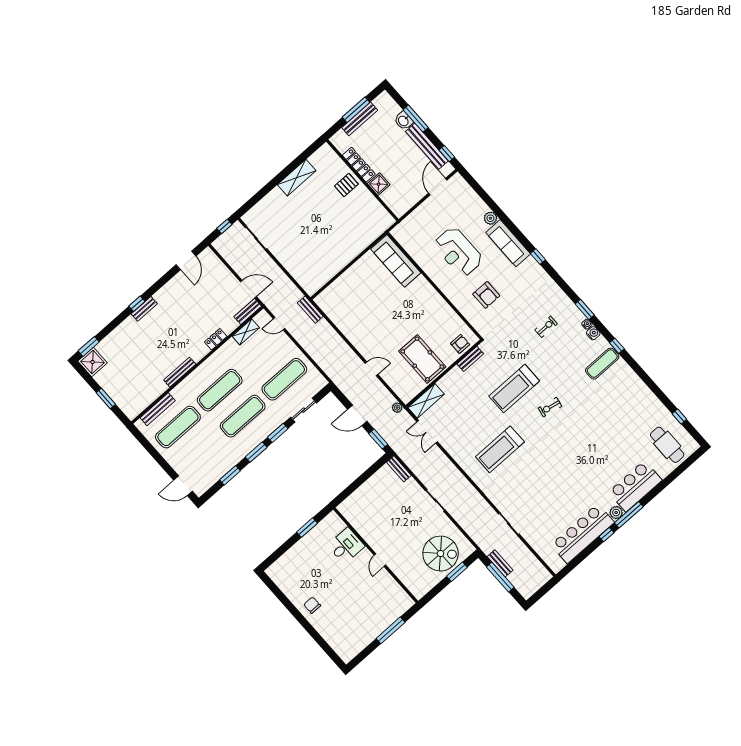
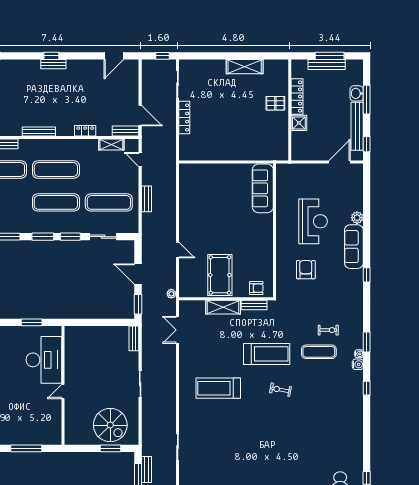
reception desk: (458, 252) -> (313, 221), turned 180
locker: (285, 260) -> (184, 118), added
armchair: (486, 295) -> (306, 270), turned 180
bench: (310, 310) -> (146, 199), moved
exercise mat: (602, 364) -> (319, 352), moved
treadmill: (514, 389) -> (267, 354), turned 180
shelving: (426, 401) -> (223, 307), moved
desk: (346, 546) -> (44, 360), width x1.87, depth x1.30

